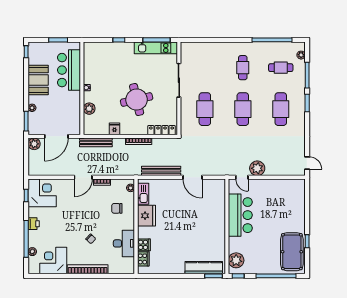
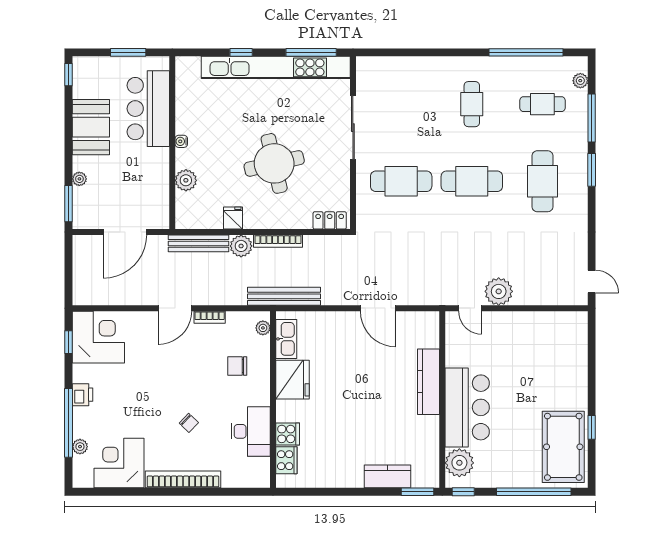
kitchen unit: (156, 48) -> (276, 67), width x1.86
cafe table: (205, 109) -> (401, 181), turned 90
cafe table: (243, 109) -> (472, 181), turned 90
locker: (162, 130) -> (330, 220), width x0.66
plant: (34, 144) -> (241, 246), moved
bench: (161, 171) -> (284, 296), moved
bar counter: (240, 215) -> (467, 407), moved
kitchen counter: (220, 217) -> (428, 382), added
kitchen counter: (204, 268) -> (388, 476), width x0.67

